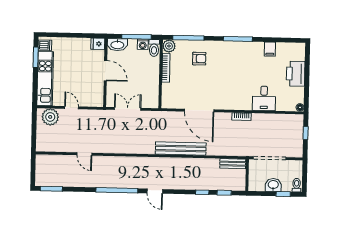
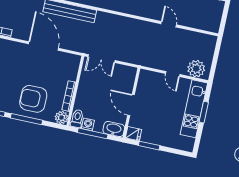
window: (81, 35) -> (149, 146), added
window: (188, 38) -> (27, 119), moved
dishwasher: (45, 45) -> (188, 143), removed
window: (36, 57) -> (204, 112), moved
armchair: (199, 59) -> (33, 99), width x1.88, depth x1.88
double door: (128, 109) -> (101, 59), moved

